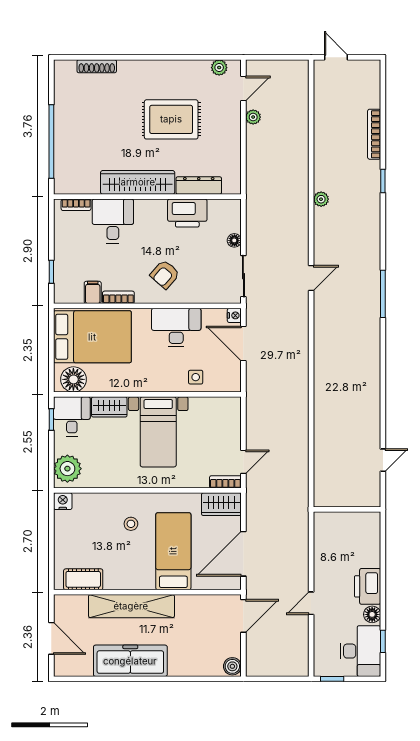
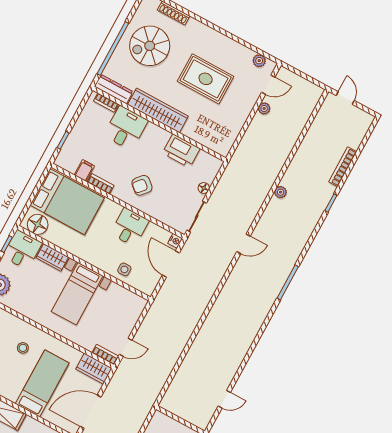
spiral stairs: (90, 116) -> (150, 46), added
dresser: (199, 186) -> (114, 89), moved
desk: (176, 327) -> (130, 227), width x0.73

